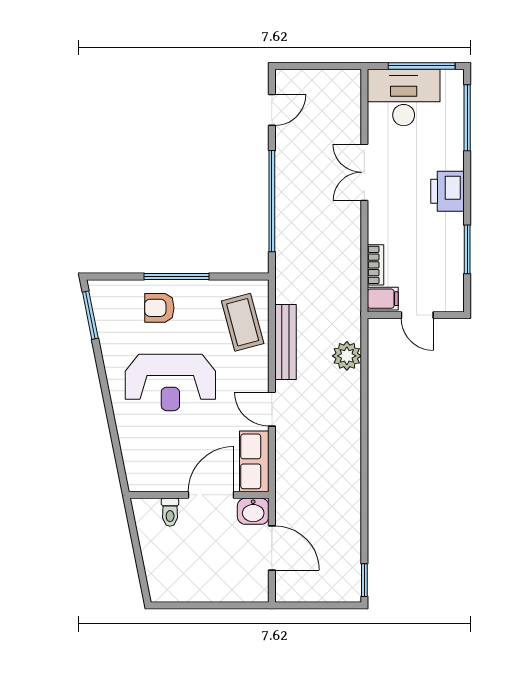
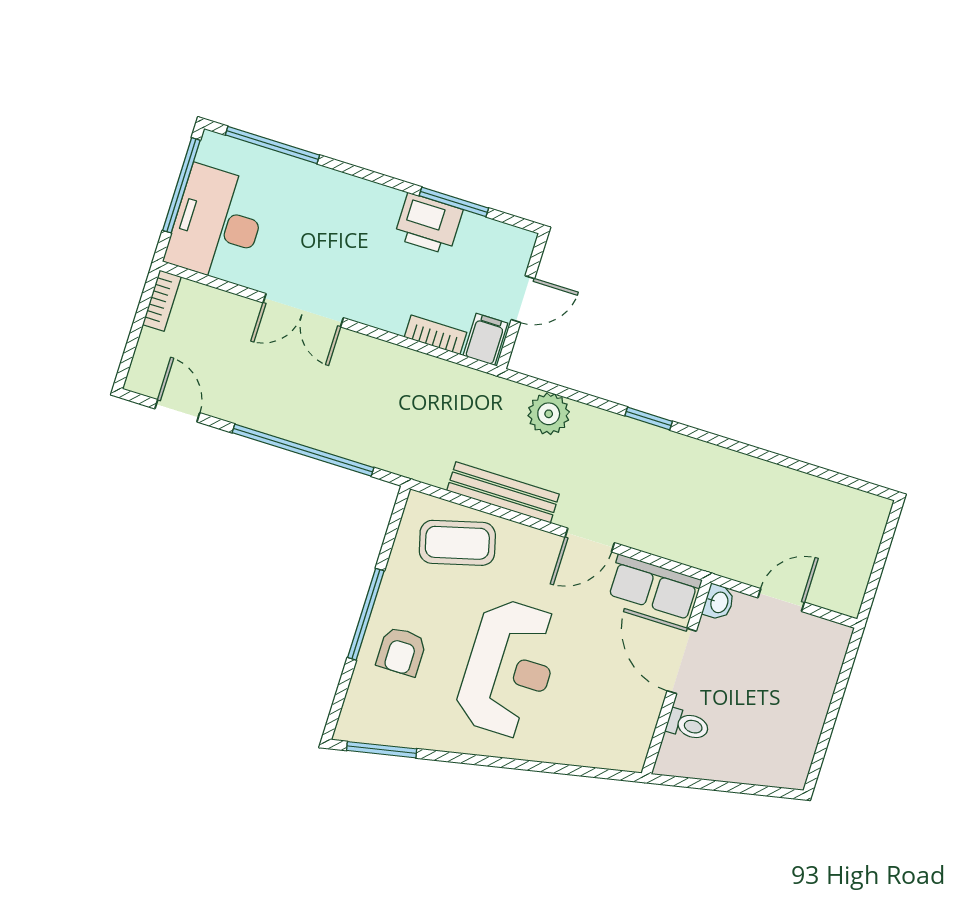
bookcase: (341, 77) -> (162, 301), added
printer: (447, 191) -> (429, 224), moved
washbasin: (253, 511) -> (719, 602), width x0.72, depth x0.69
door: (272, 548) -> (781, 600), width x0.73
window: (364, 580) -> (649, 419), moved

